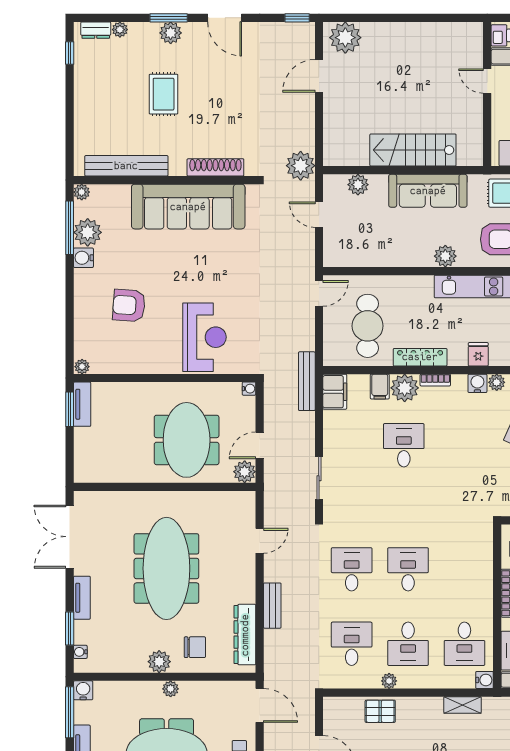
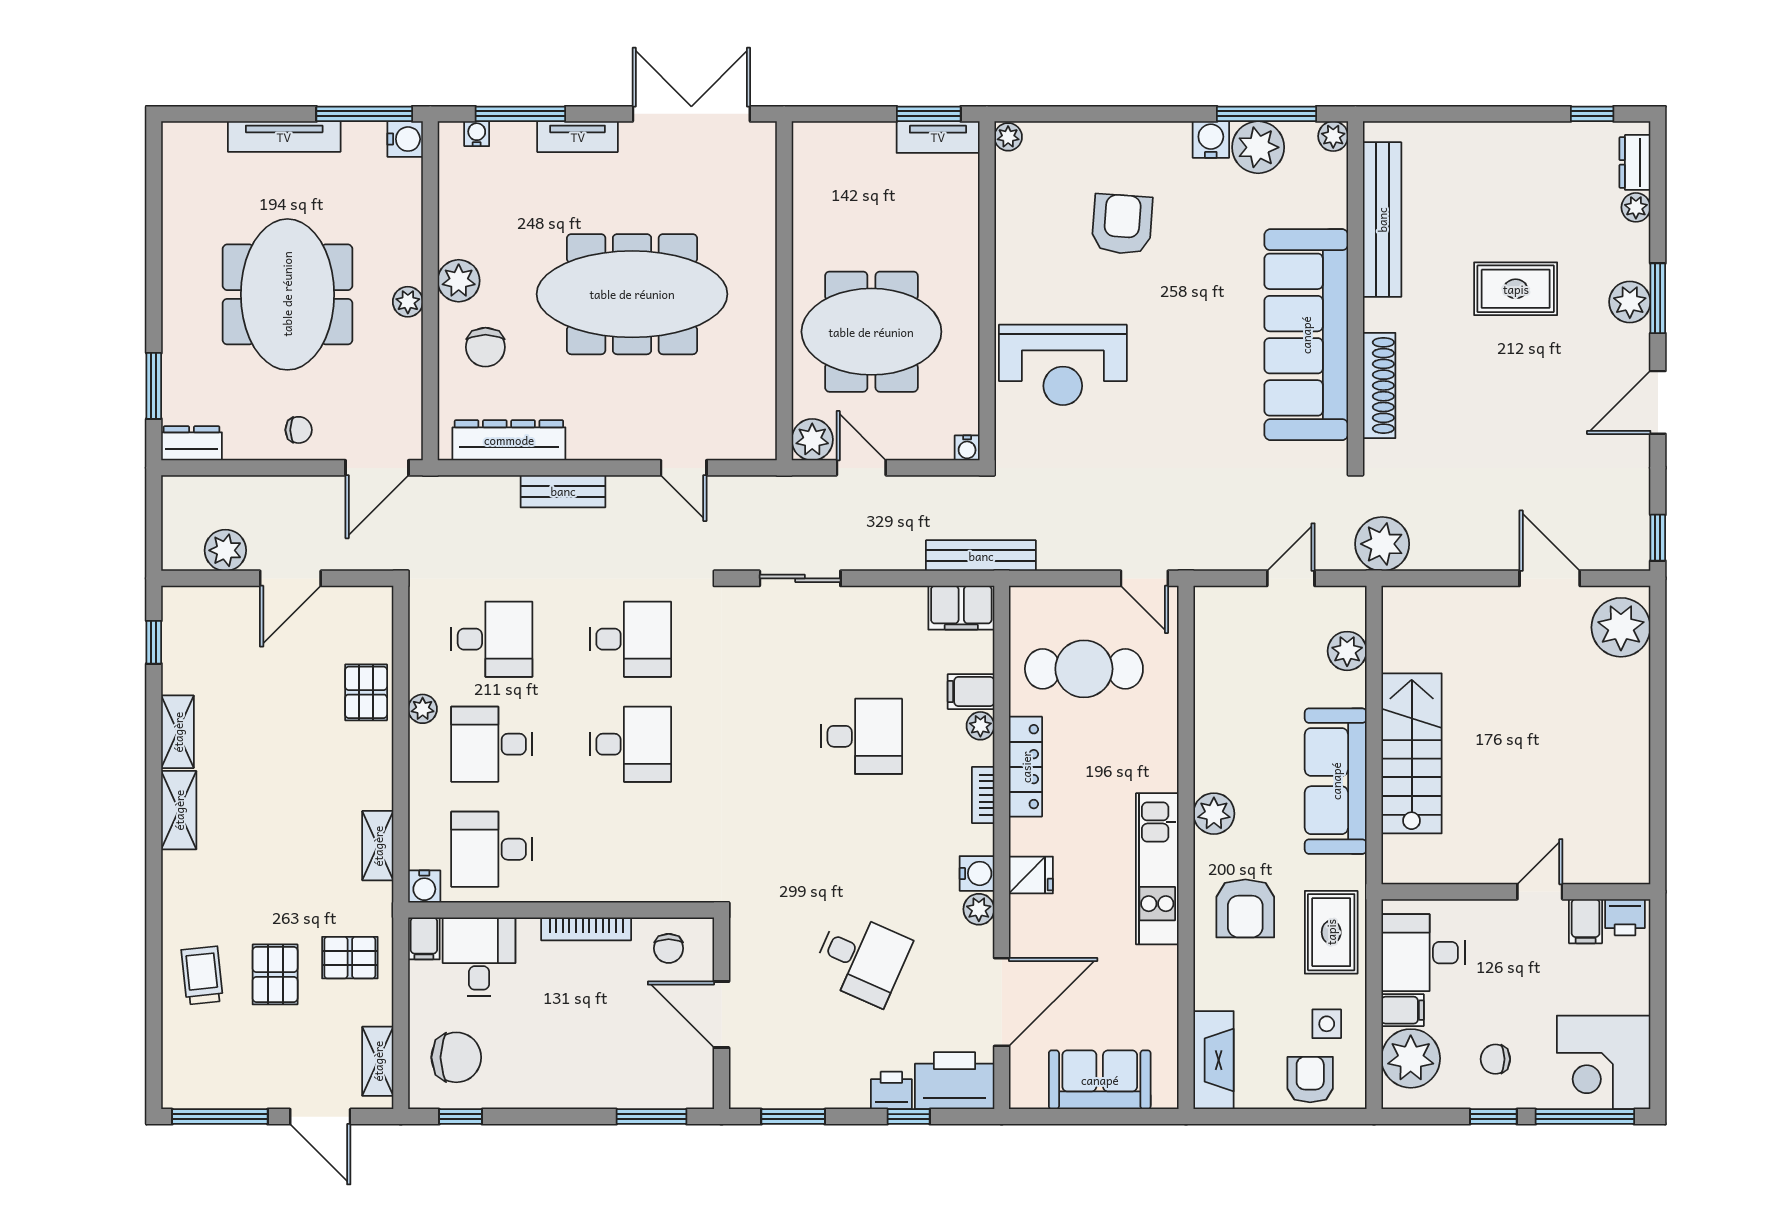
plant: (405, 388) -> (980, 726), width x0.53, depth x0.53
window: (70, 628) -> (520, 114), width x1.44

